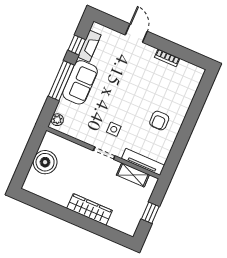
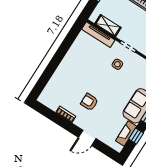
door: (136, 33) -> (87, 138), hinge flipped
armchair: (159, 121) -> (89, 102), moved, turned -90

